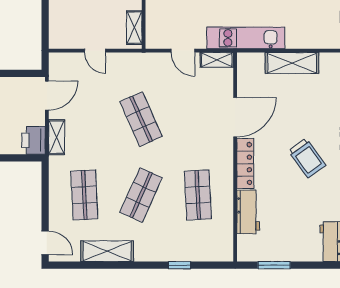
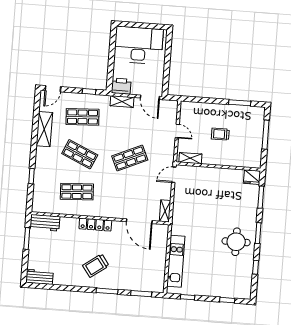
kitchen unit: (246, 38) -> (176, 261), moved
door: (95, 51) -> (177, 131), swing flipped
door: (183, 51) -> (174, 175), moved
shelving: (292, 63) -> (159, 260), removed
door: (235, 117) -> (139, 221), moved
window: (45, 188) -> (89, 91), added
workbench: (248, 212) -> (45, 223), moved

